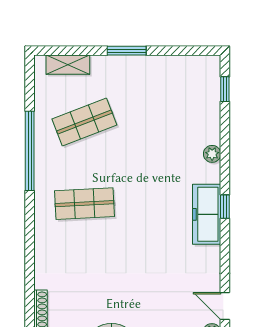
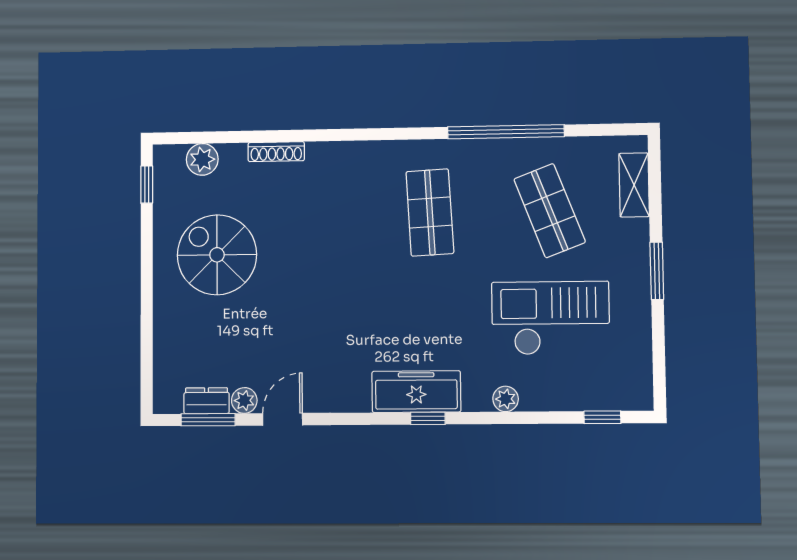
checkout: (158, 123) -> (551, 318), added

